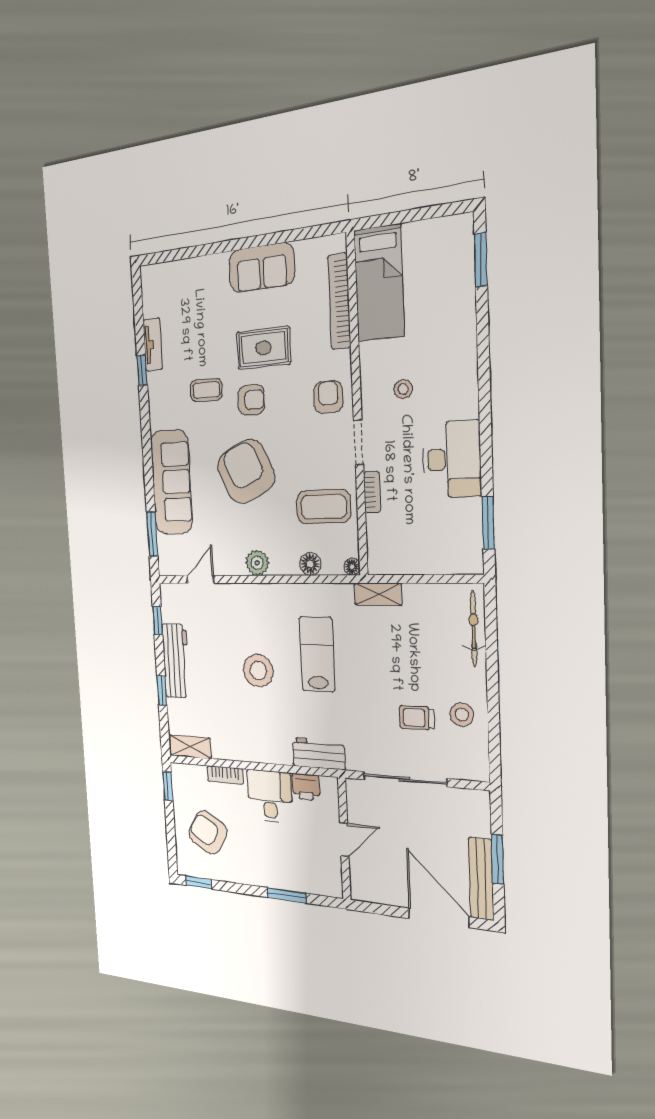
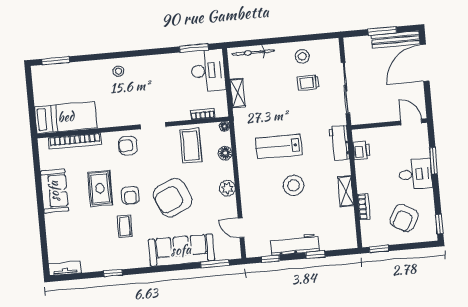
tv unit: (153, 344) -> (65, 268), moved
stool: (403, 389) -> (118, 71), moved
armchair: (251, 400) -> (130, 195), turned 180
desk: (452, 459) -> (208, 71), moved, turned 90
bookcase: (372, 492) -> (203, 114), moved
shelving: (378, 594) -> (238, 93), moved
trolley: (417, 718) -> (308, 83), turned 90
shelving: (190, 747) -> (346, 191), moved
desk: (270, 796) -> (415, 174), moved, turned 180
door: (344, 840) -> (411, 122), moved

